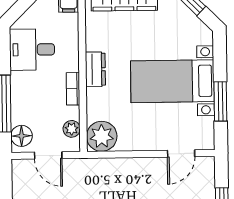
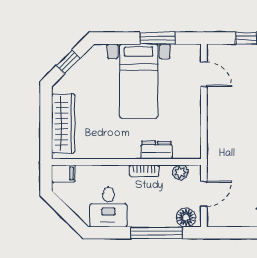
dresser: (95, 69) -> (156, 150), moved
plant: (102, 136) -> (187, 145), removed

